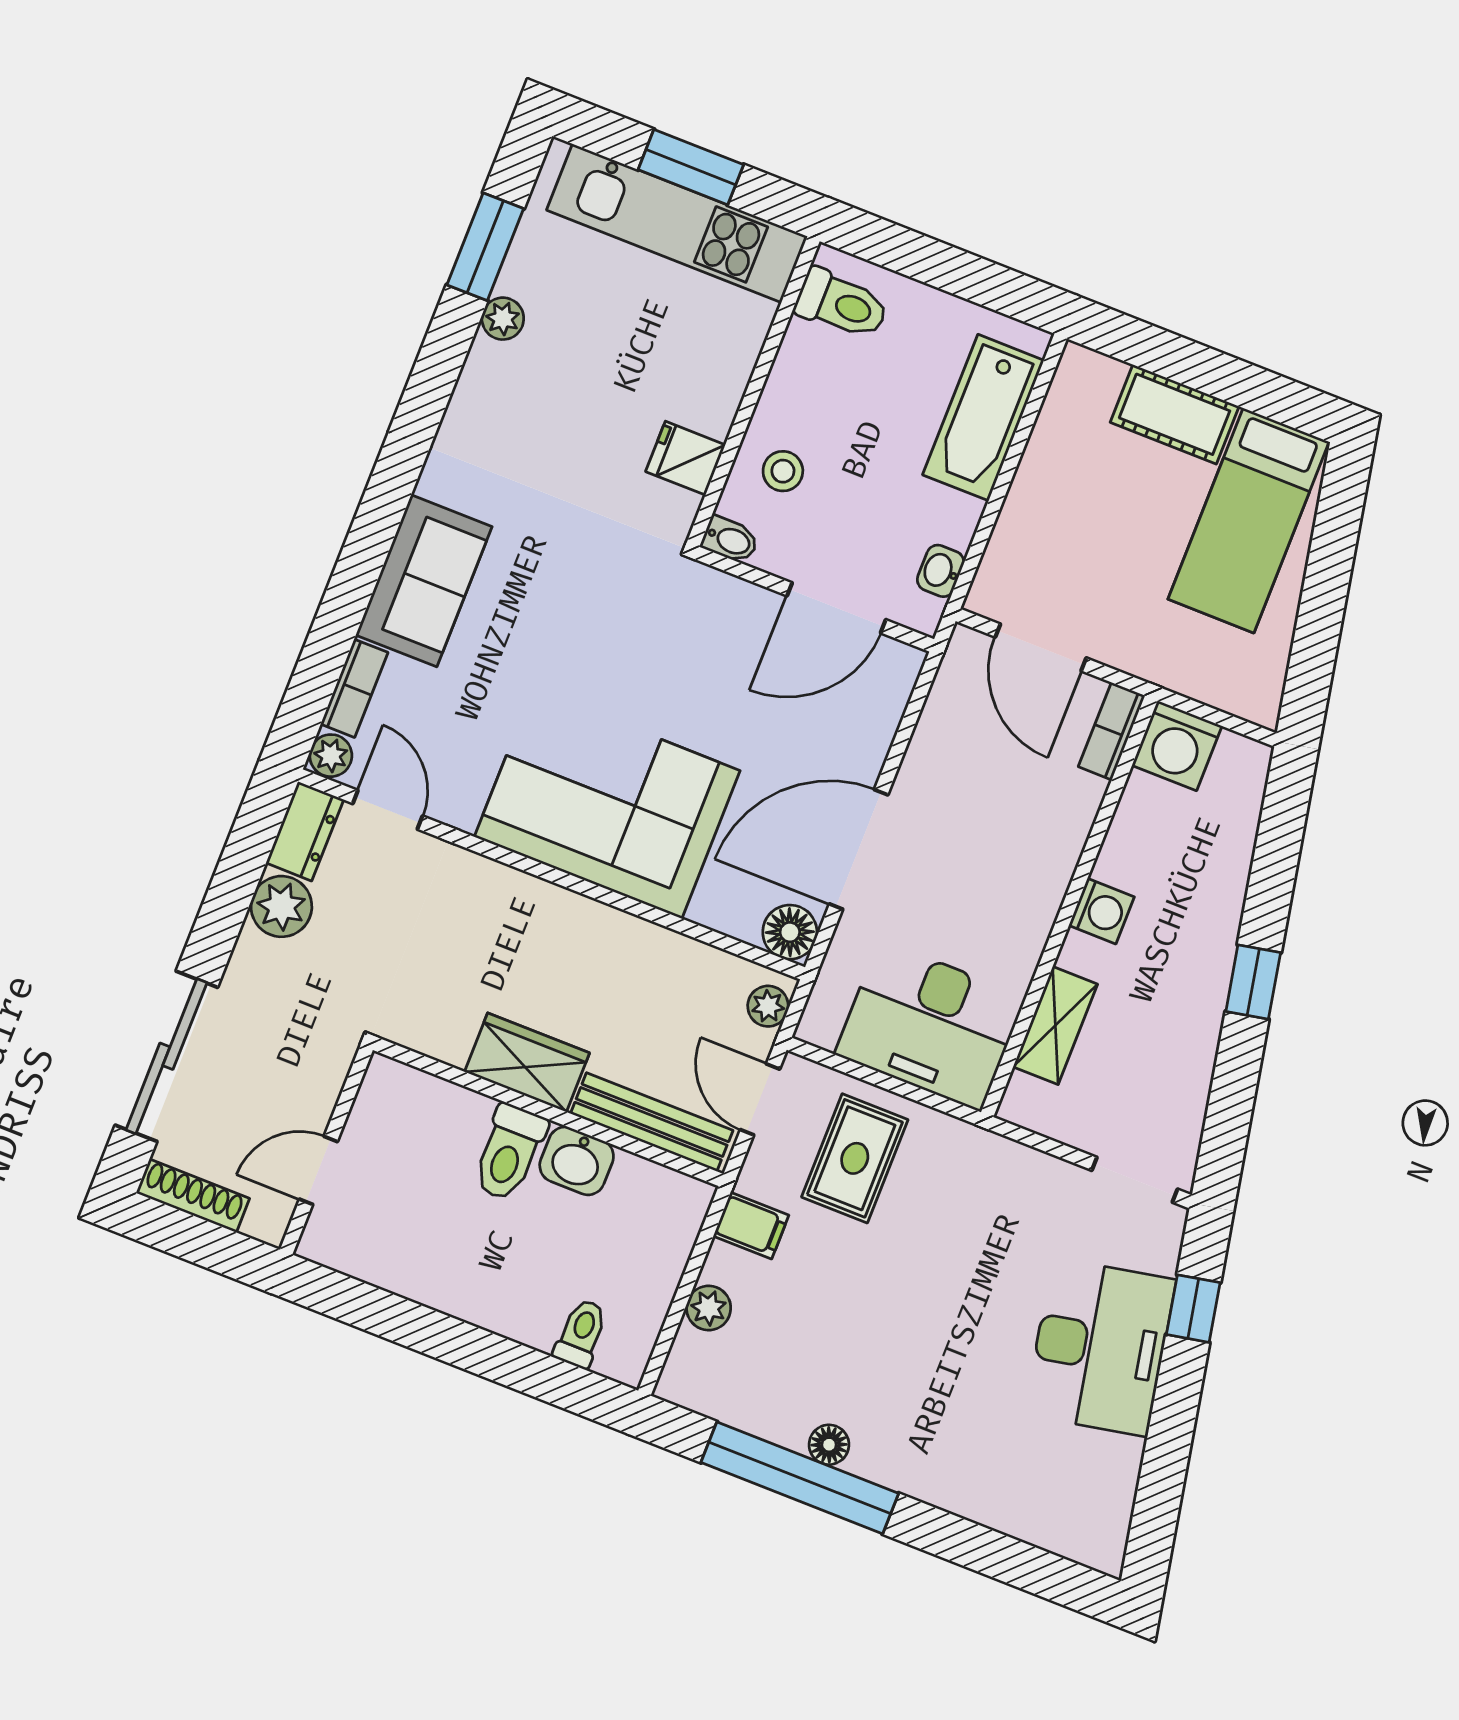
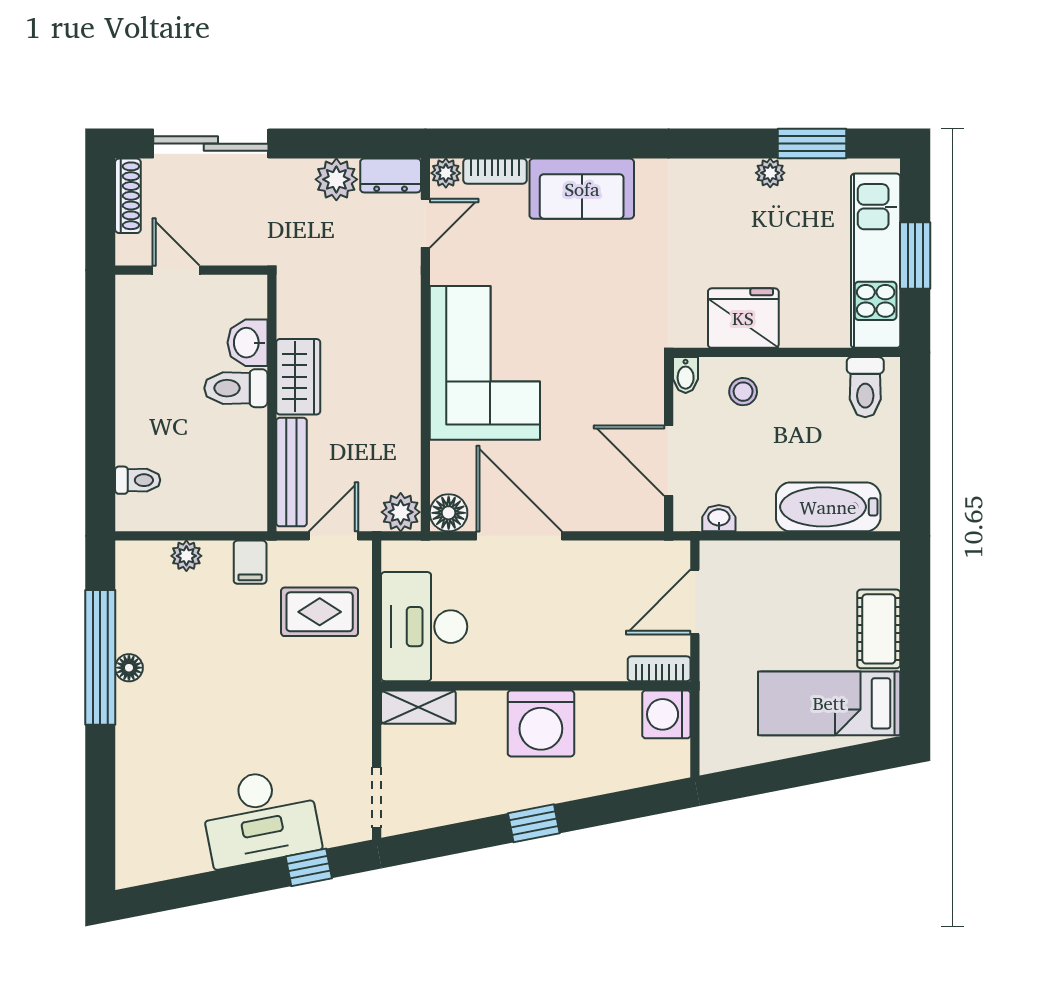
fridge: (685, 458) -> (743, 318), width x1.88, depth x1.34
washing machine: (1102, 911) -> (541, 723), width x1.89, depth x1.89
plant: (768, 1006) -> (401, 512), width x1.38, depth x1.38
shelving: (1055, 1026) -> (418, 707), moved
washbasin: (577, 1161) -> (247, 343), moved

